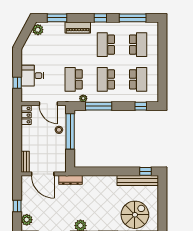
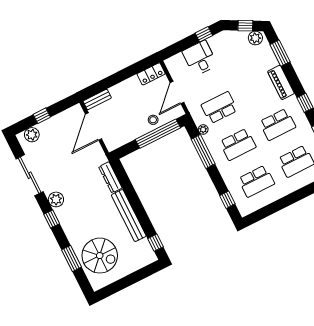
window: (26, 32) -> (245, 26), added
school desk: (106, 45) -> (278, 124), turned 180
school desk: (106, 79) -> (238, 144), turned 180
window: (17, 83) -> (204, 34), moved
dresser: (70, 180) -> (110, 177), moved
bench: (138, 180) -> (129, 216), moved

